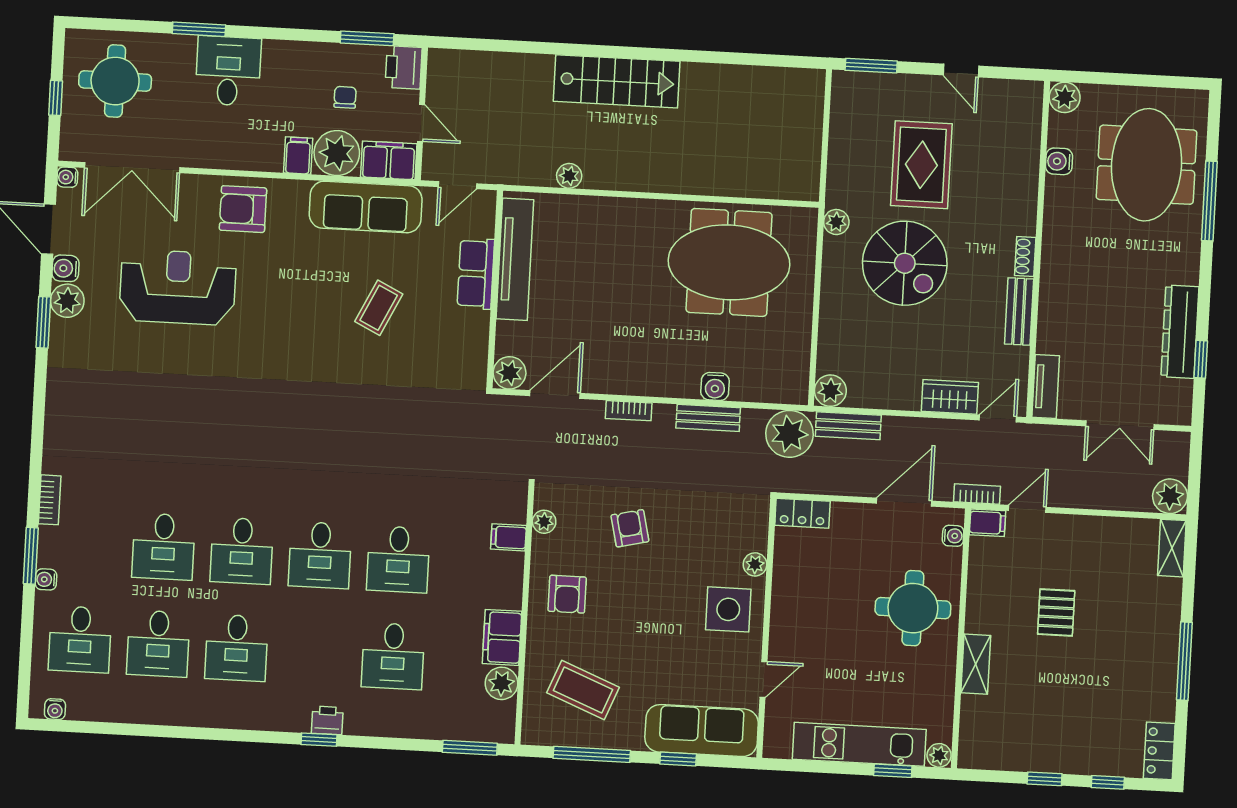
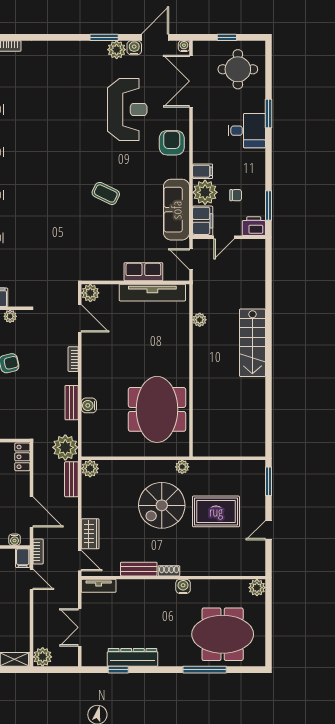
water cooler: (1059, 161) -> (183, 586), moved
coffee table: (379, 308) -> (106, 193), moved

